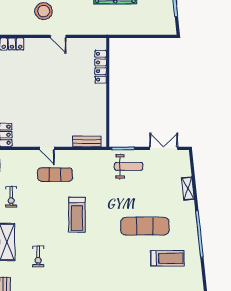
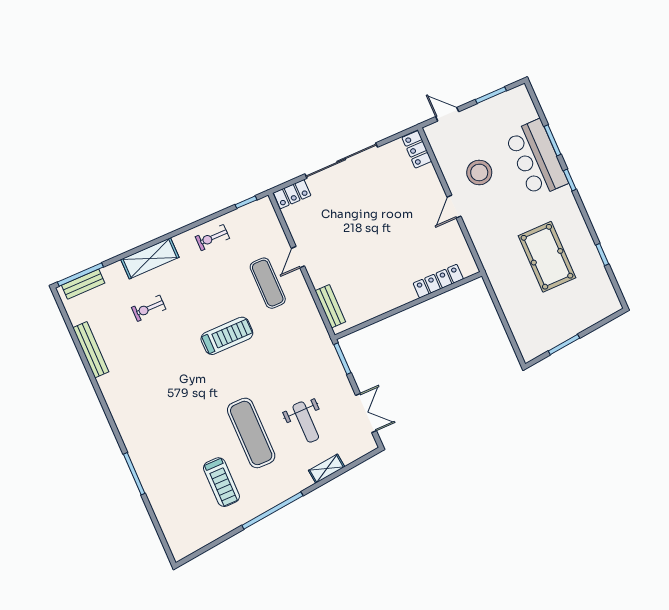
weight bench: (129, 166) -> (306, 422), moved
treadmill: (77, 215) -> (227, 336), turned 180

